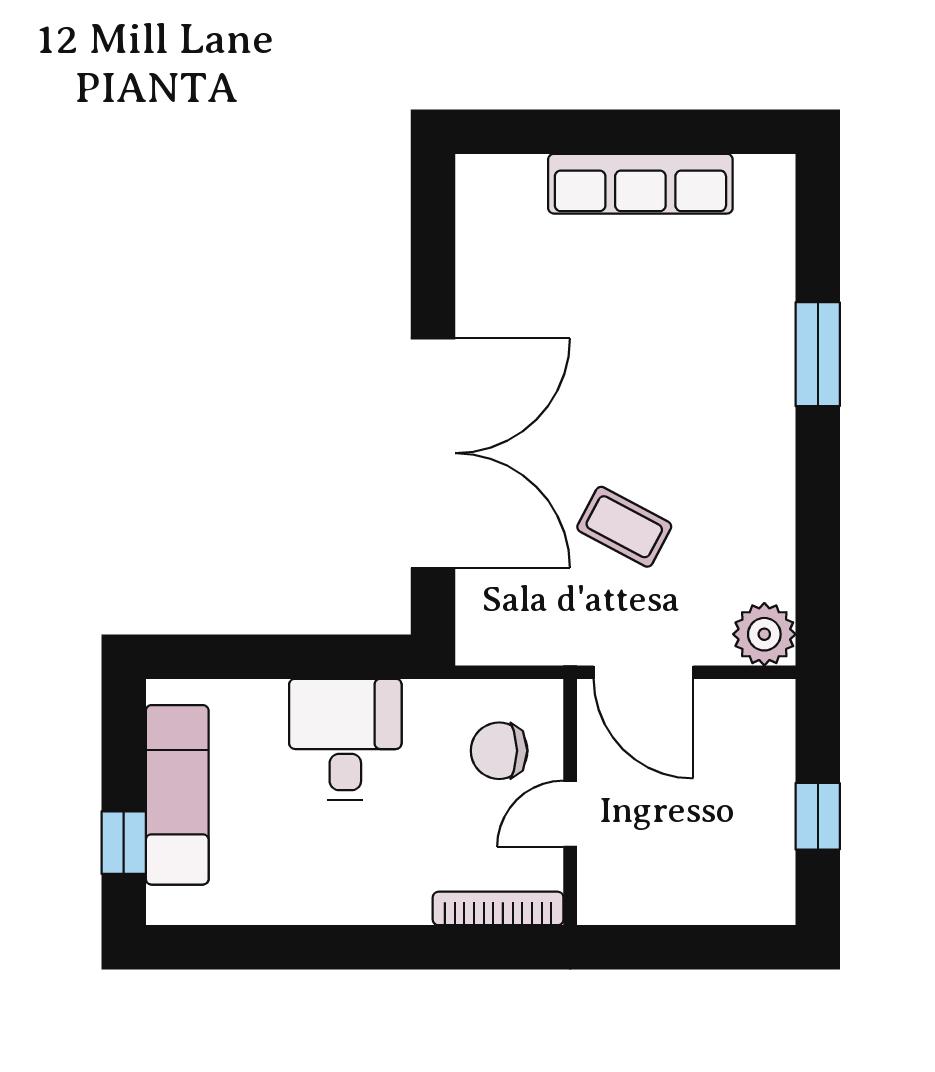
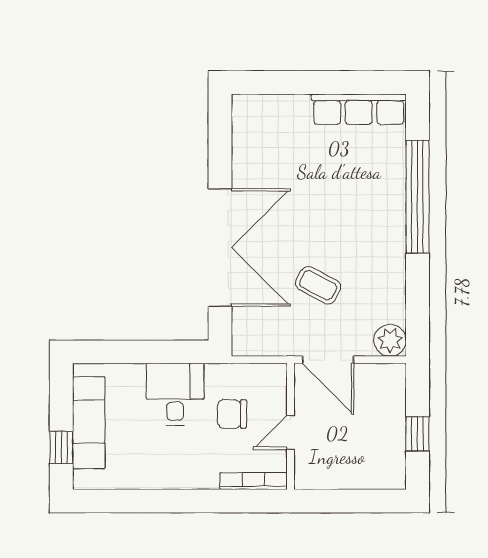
row of seats: (640, 184) -> (359, 109), moved
window: (818, 354) -> (417, 197), width x2.11
chair: (499, 751) -> (232, 414), moved

